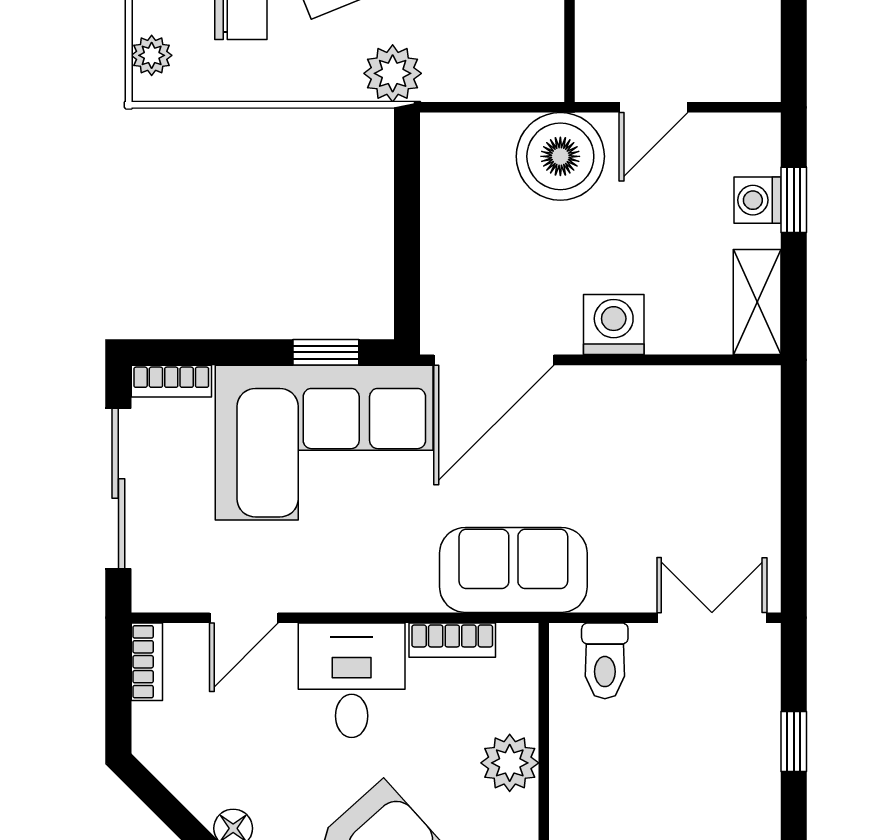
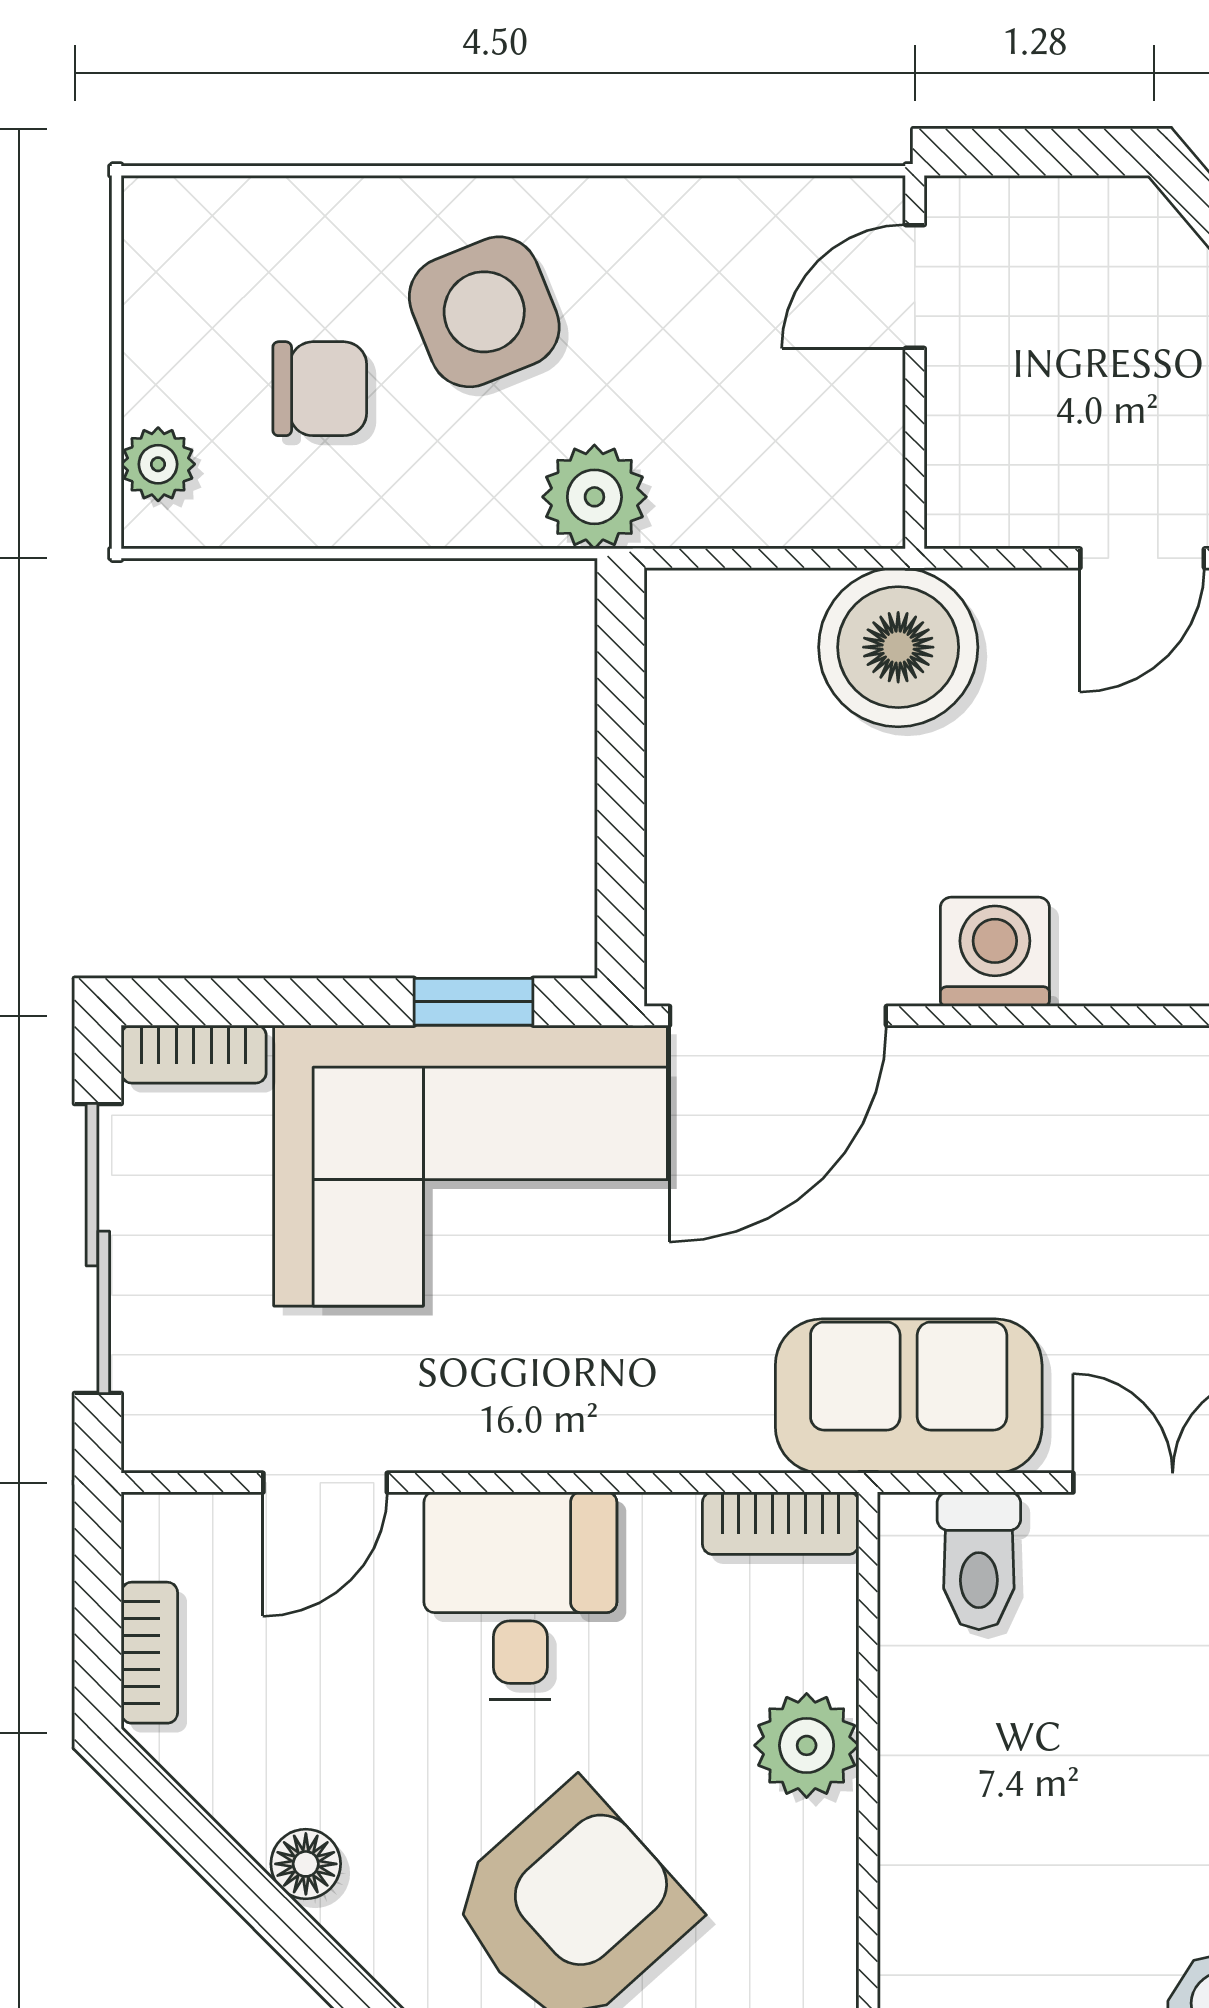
door: (654, 107) -> (1142, 558), moved
sofa: (513, 570) -> (909, 1396), moved
bookcase: (452, 640) -> (781, 1523), moved
bookcase: (147, 662) -> (149, 1653), moved

